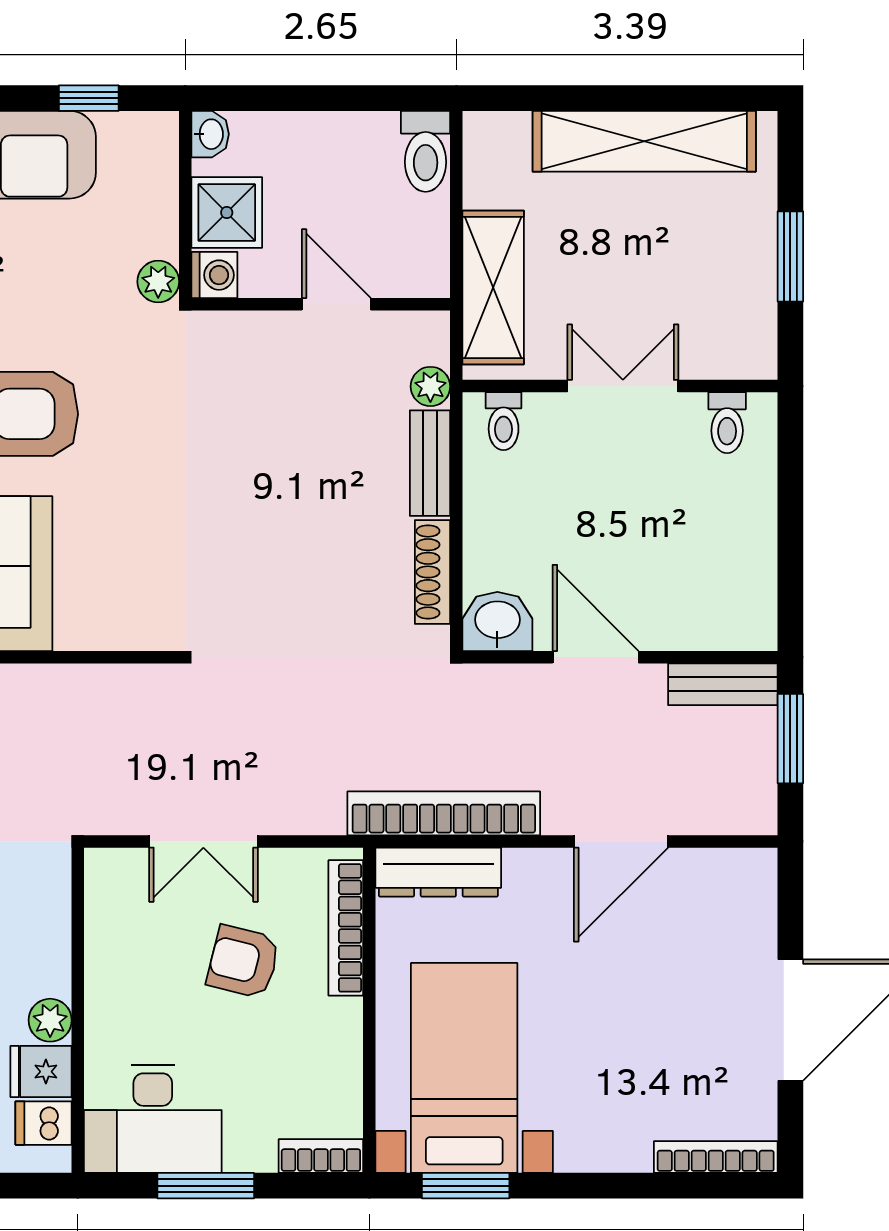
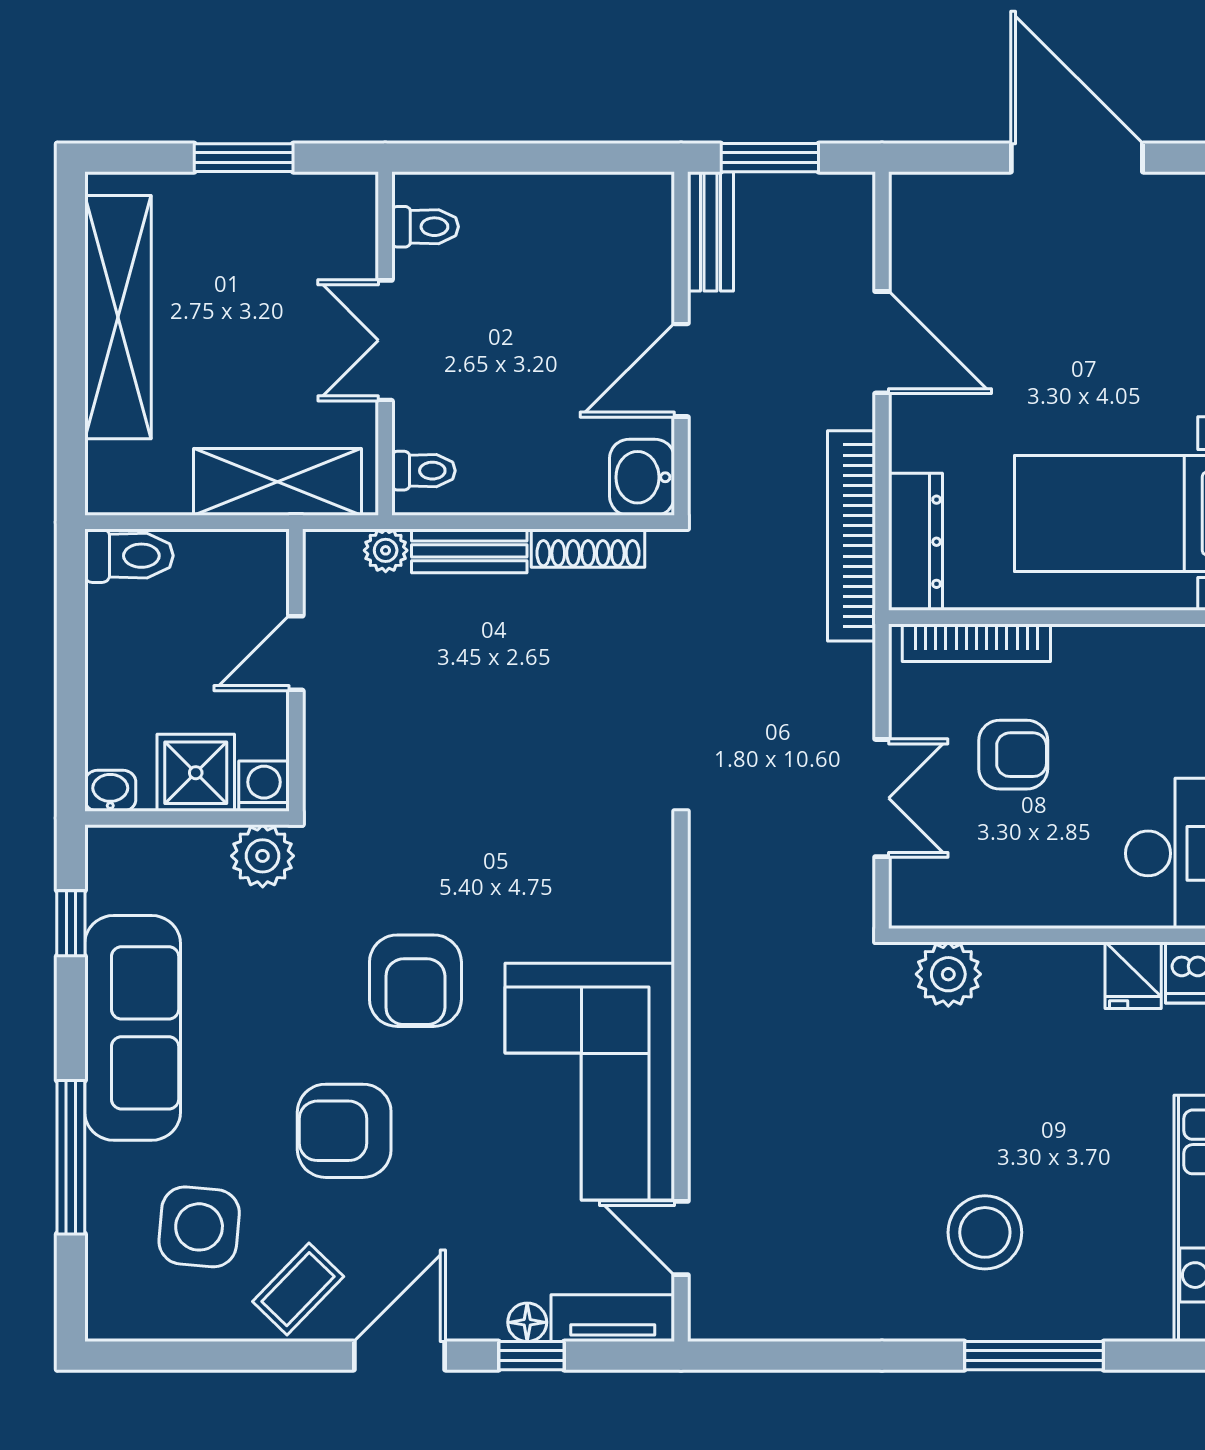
plant: (158, 282) -> (263, 856), width x1.38, depth x1.38
armchair: (243, 962) -> (1013, 755), turned -104
plant: (50, 1020) -> (948, 974), moved, width x1.38, depth x1.38

